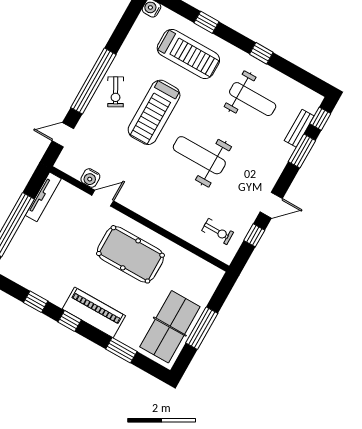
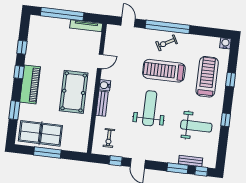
treadmill: (188, 54) -> (207, 77), turned 180
weight bench: (253, 99) -> (196, 126), turned -90
water cooler: (90, 178) -> (105, 85), moved
door: (103, 198) -> (100, 61), hinge flipped
bench: (164, 221) -> (102, 104), added

